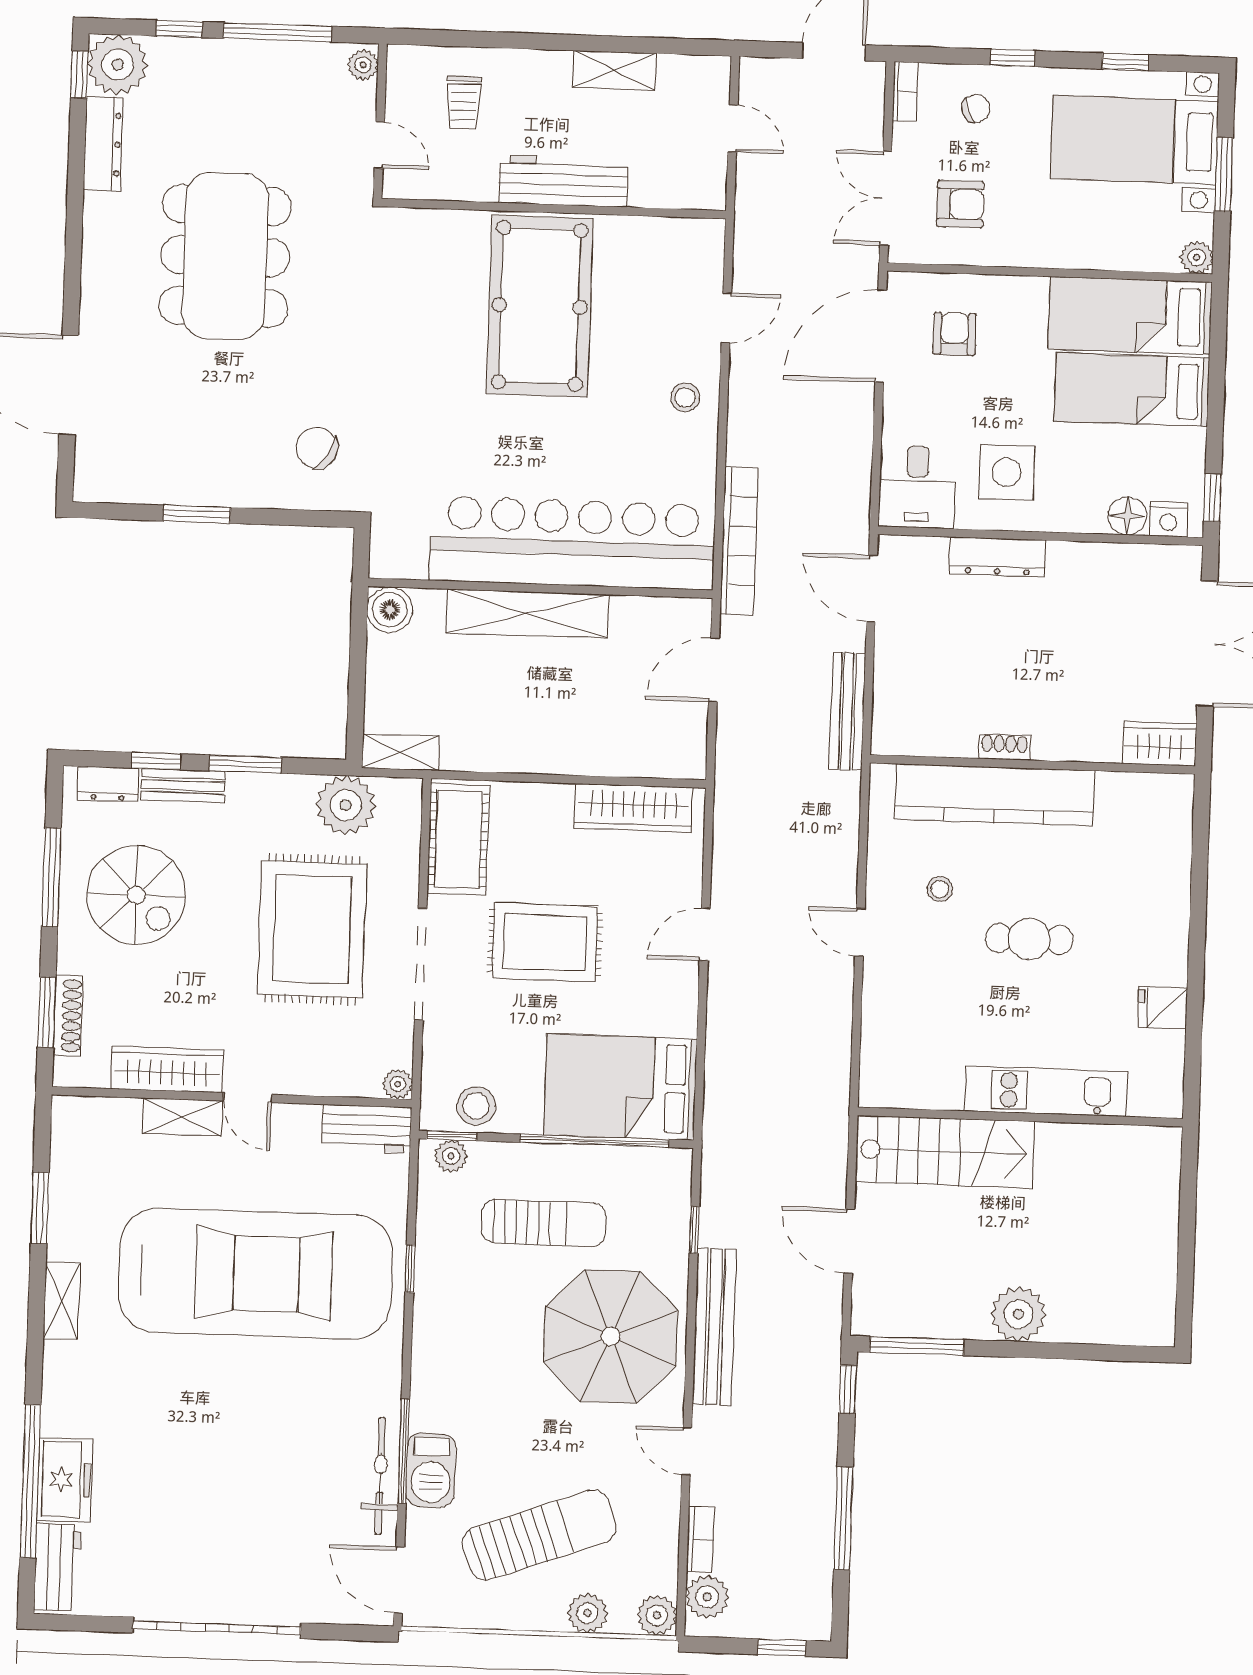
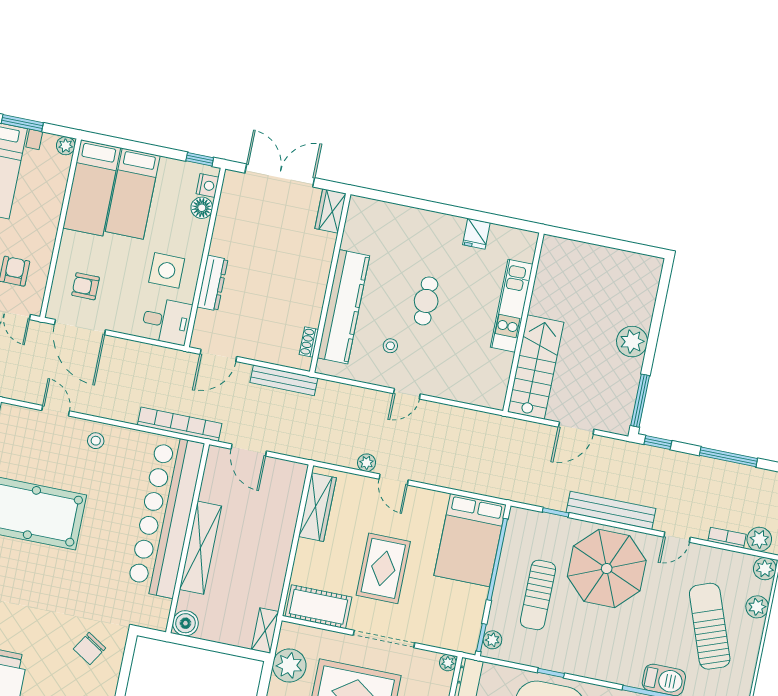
shoe rack: (1005, 747) -> (309, 342), moved
plant: (726, 882) -> (367, 463), added
stool: (476, 1106) -> (467, 621), removed
sun lounger: (544, 1223) -> (538, 595), turned 180

